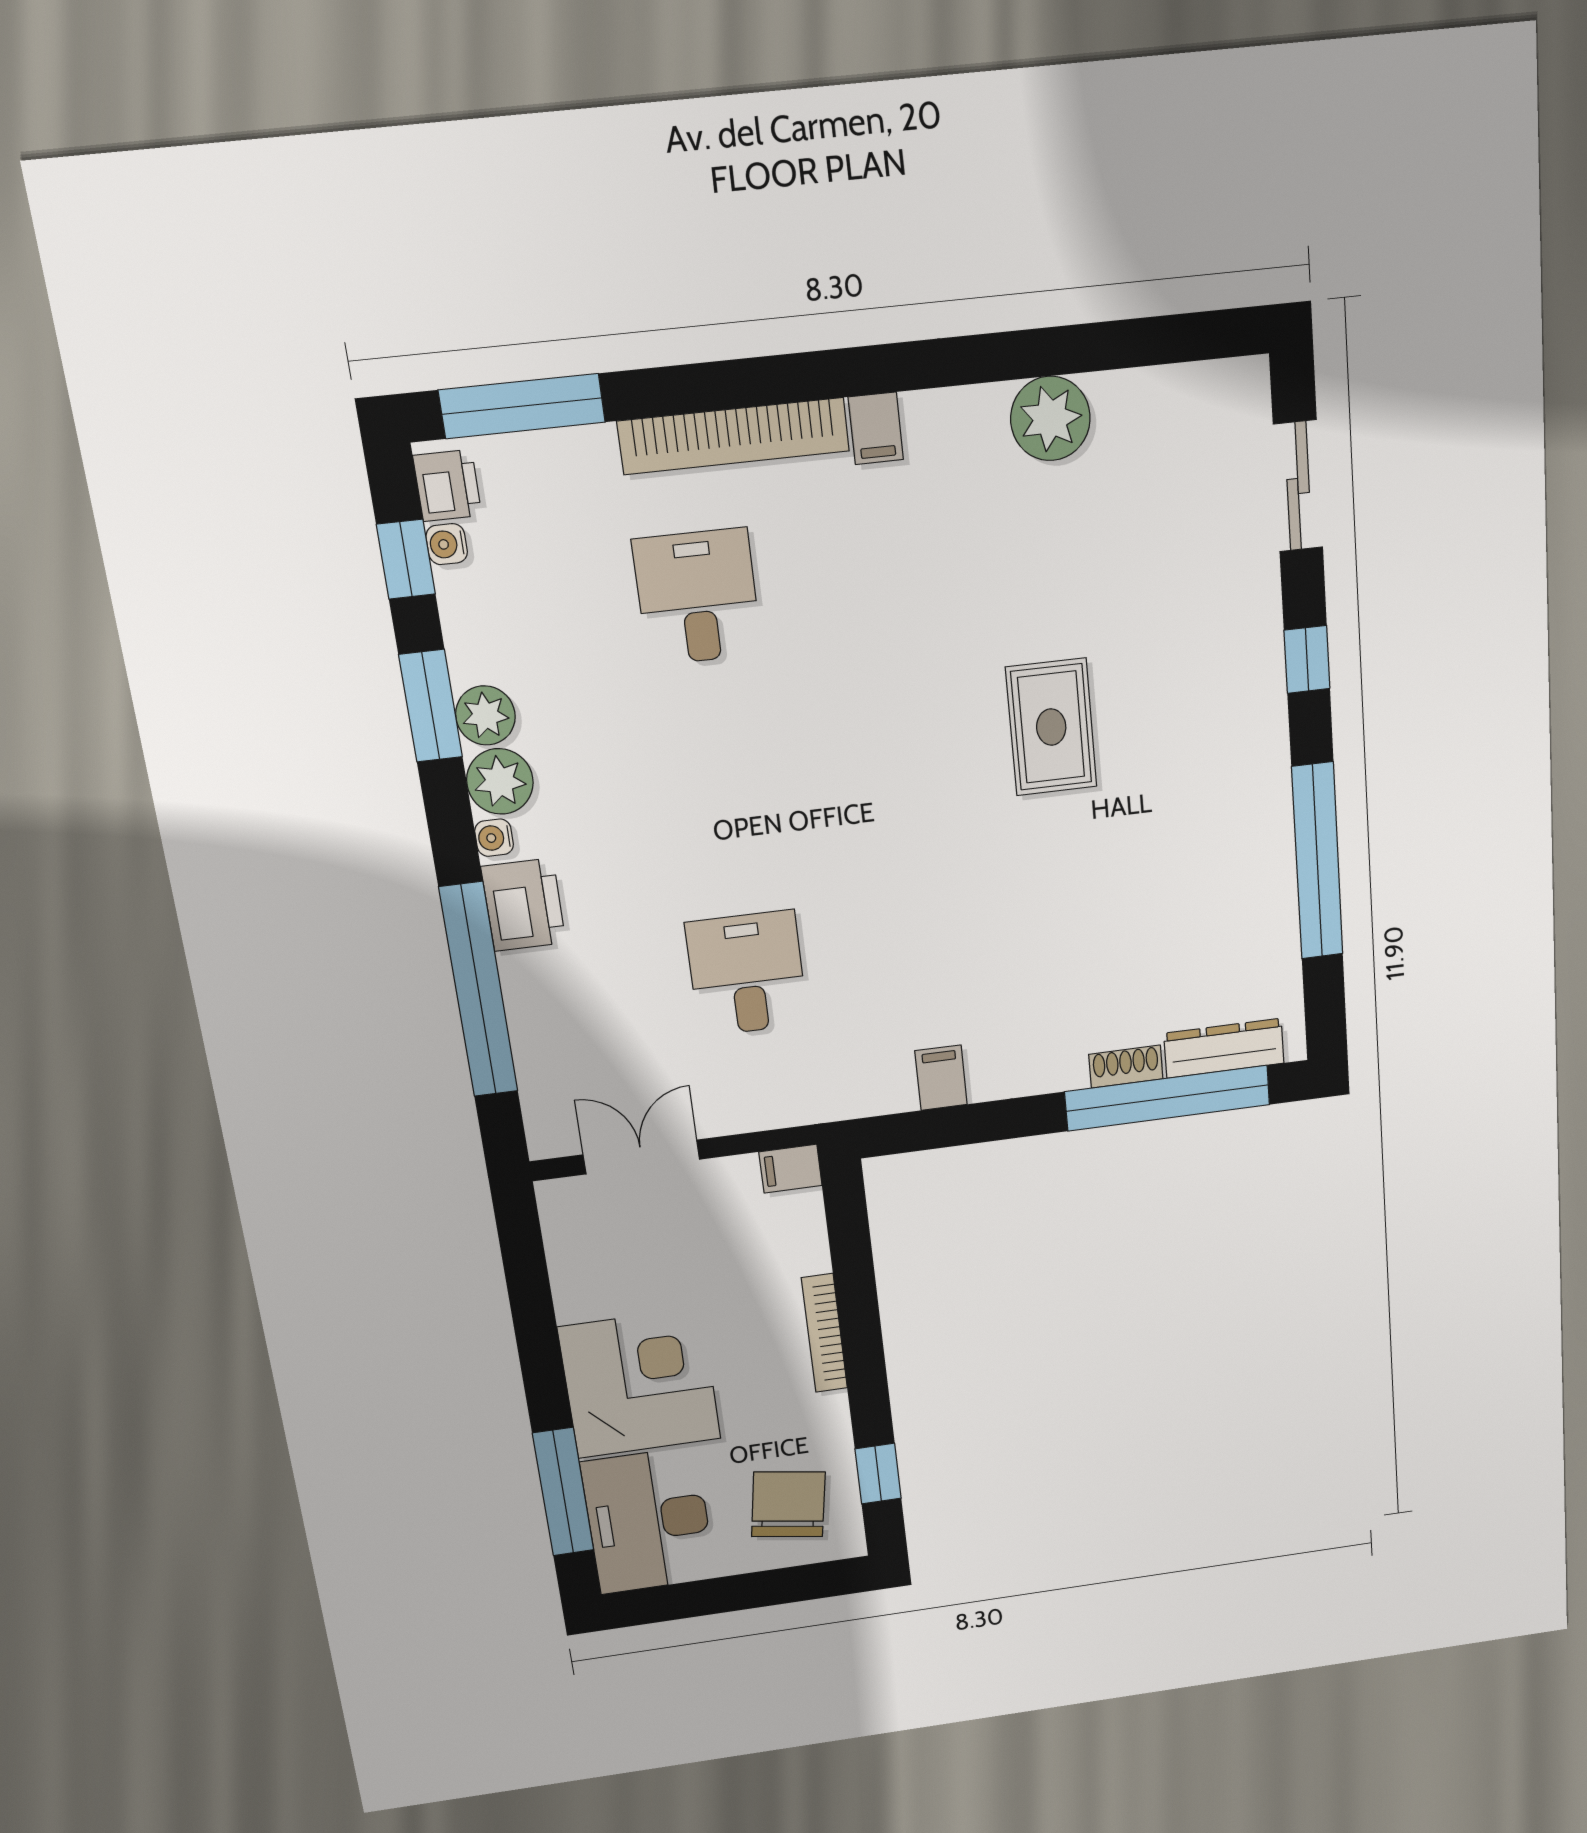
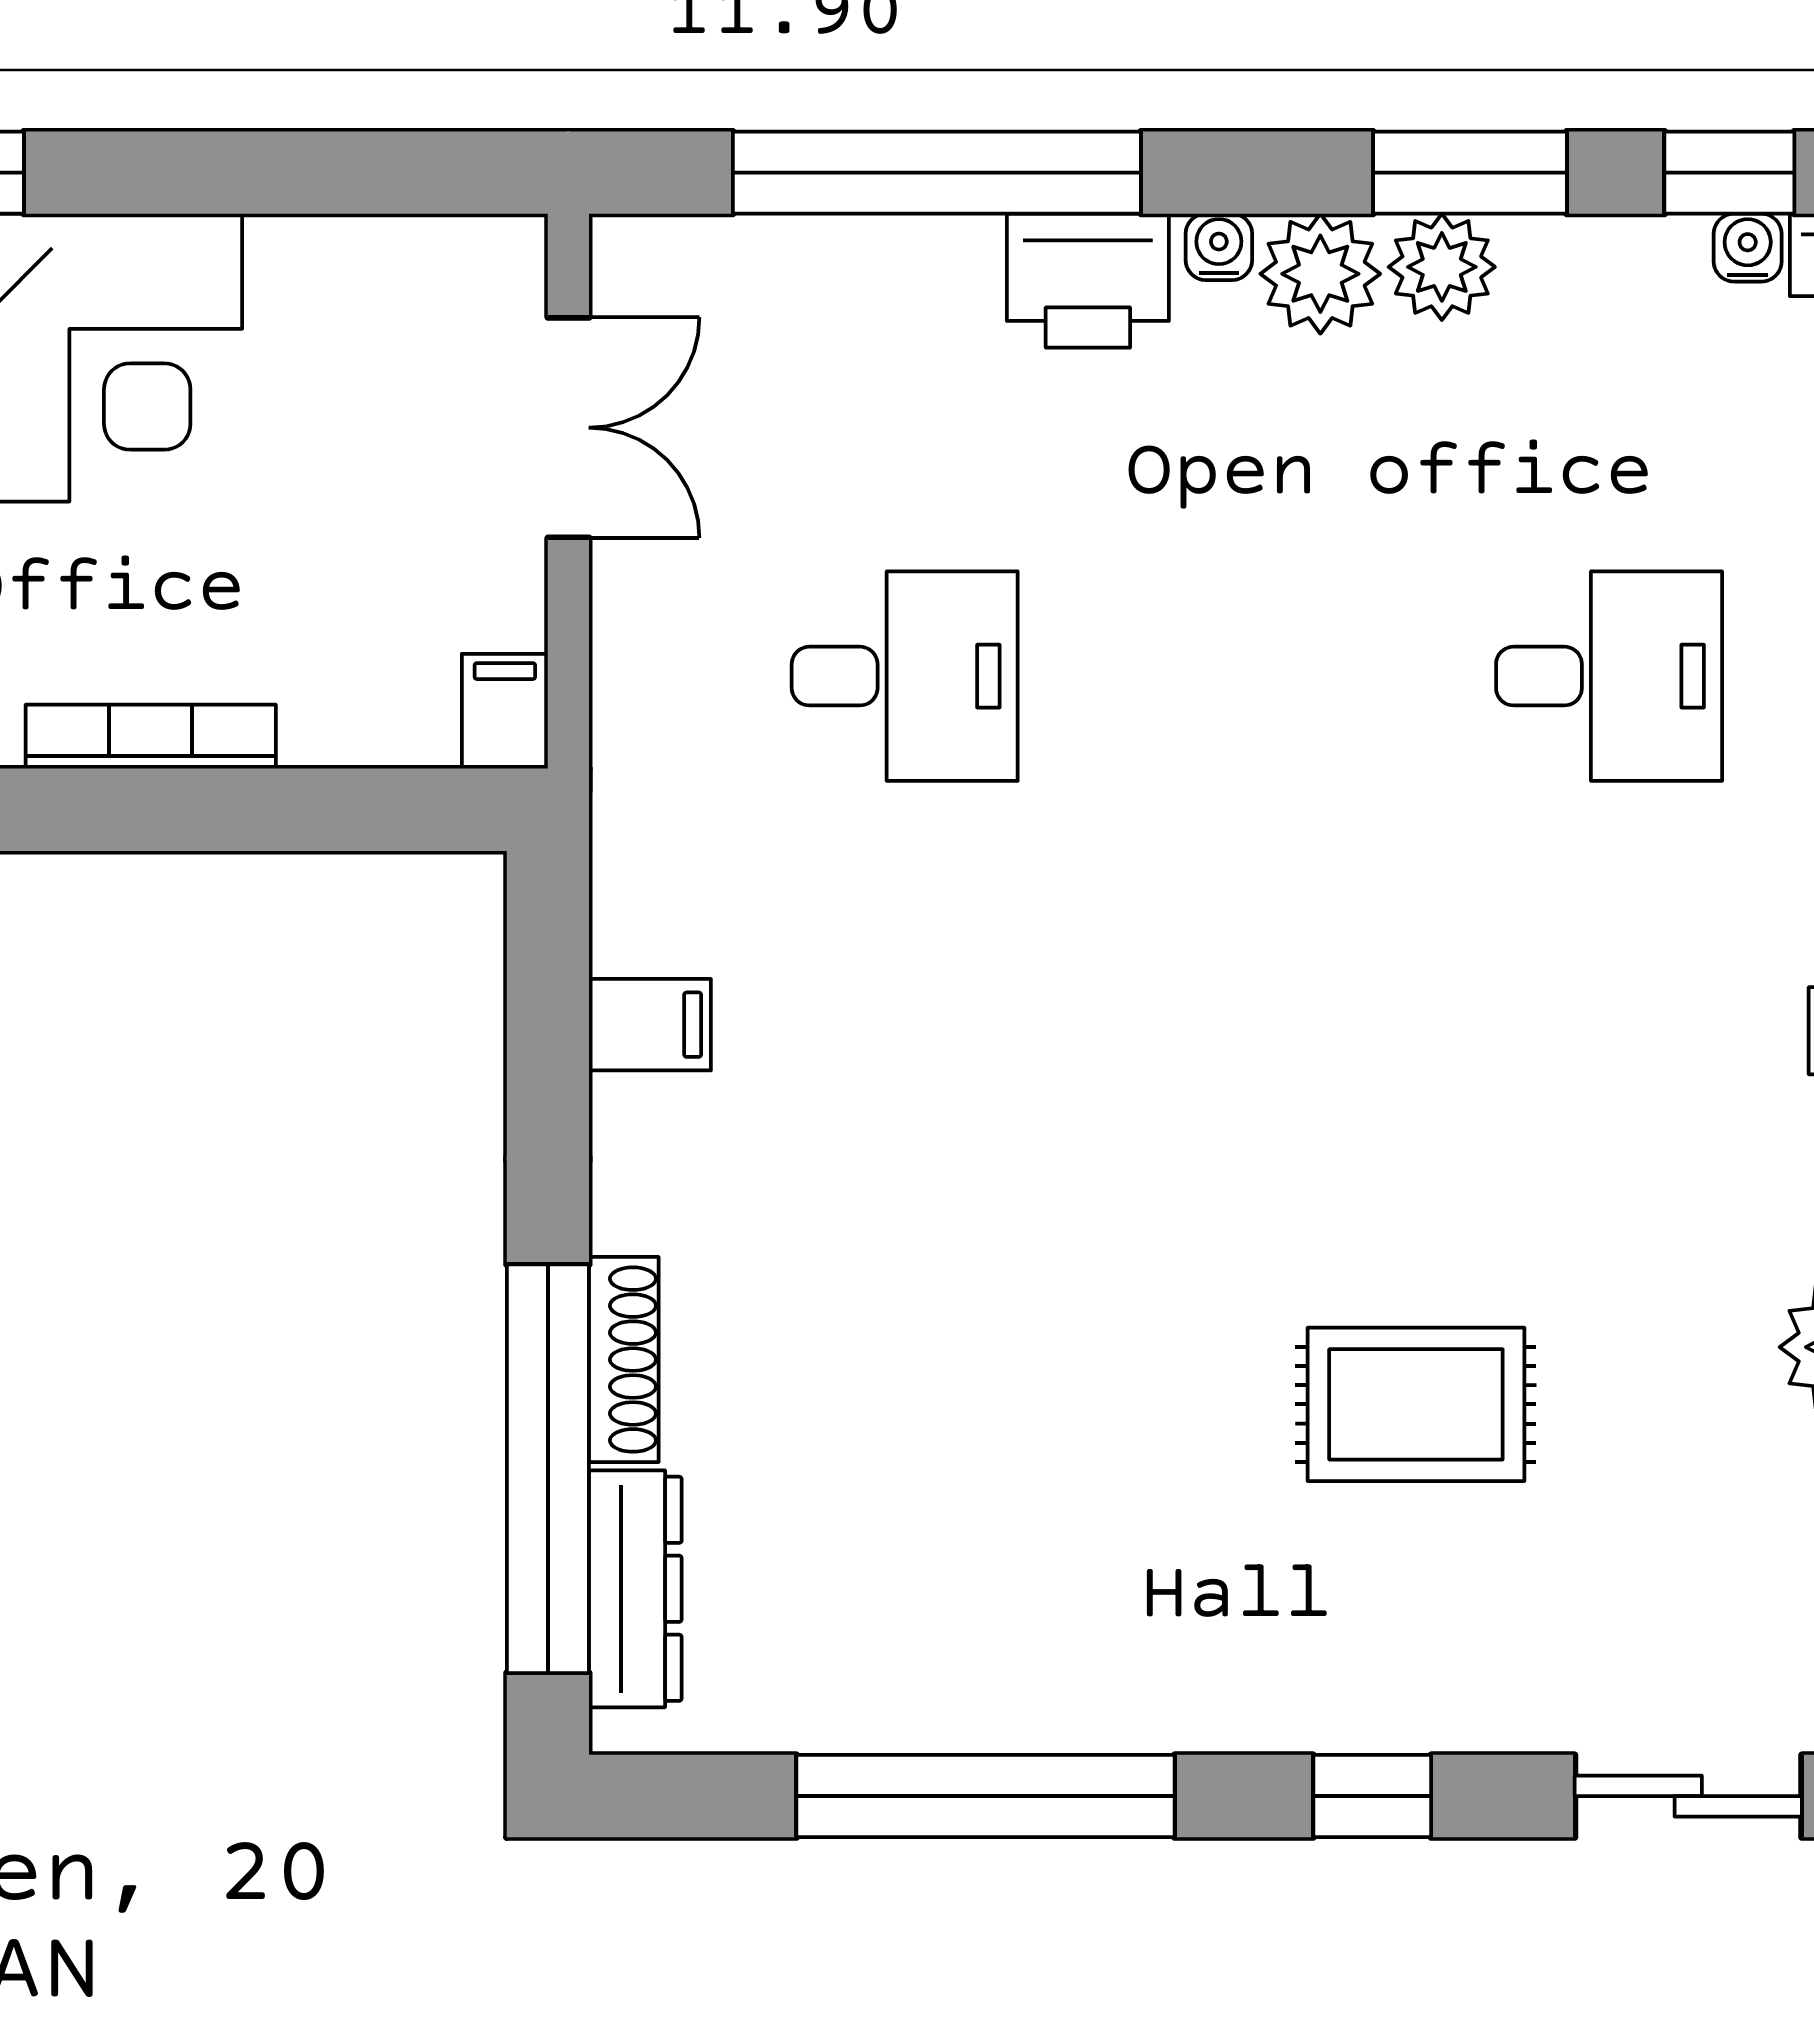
rug: (1051, 727) -> (1416, 1404), moved
shoe rack: (1126, 1067) -> (624, 1360), width x1.43

